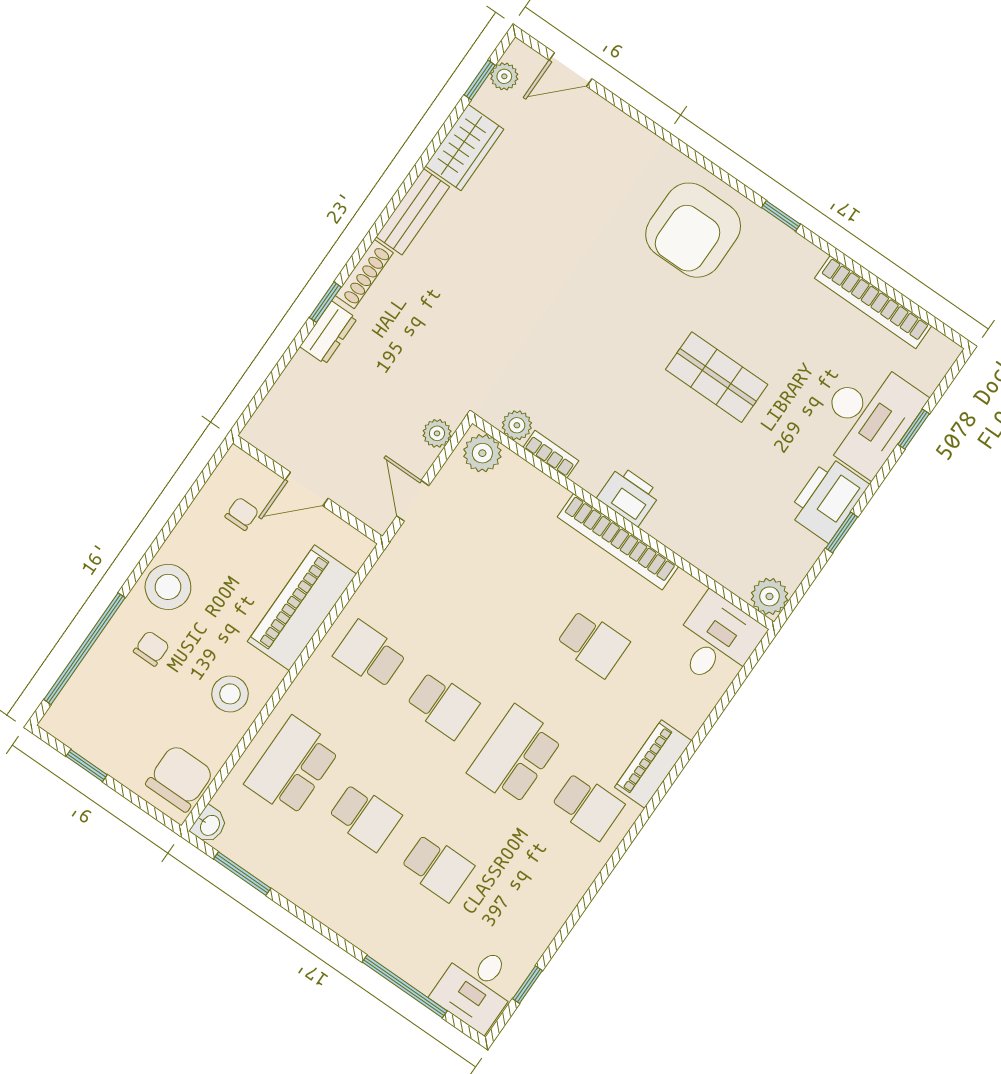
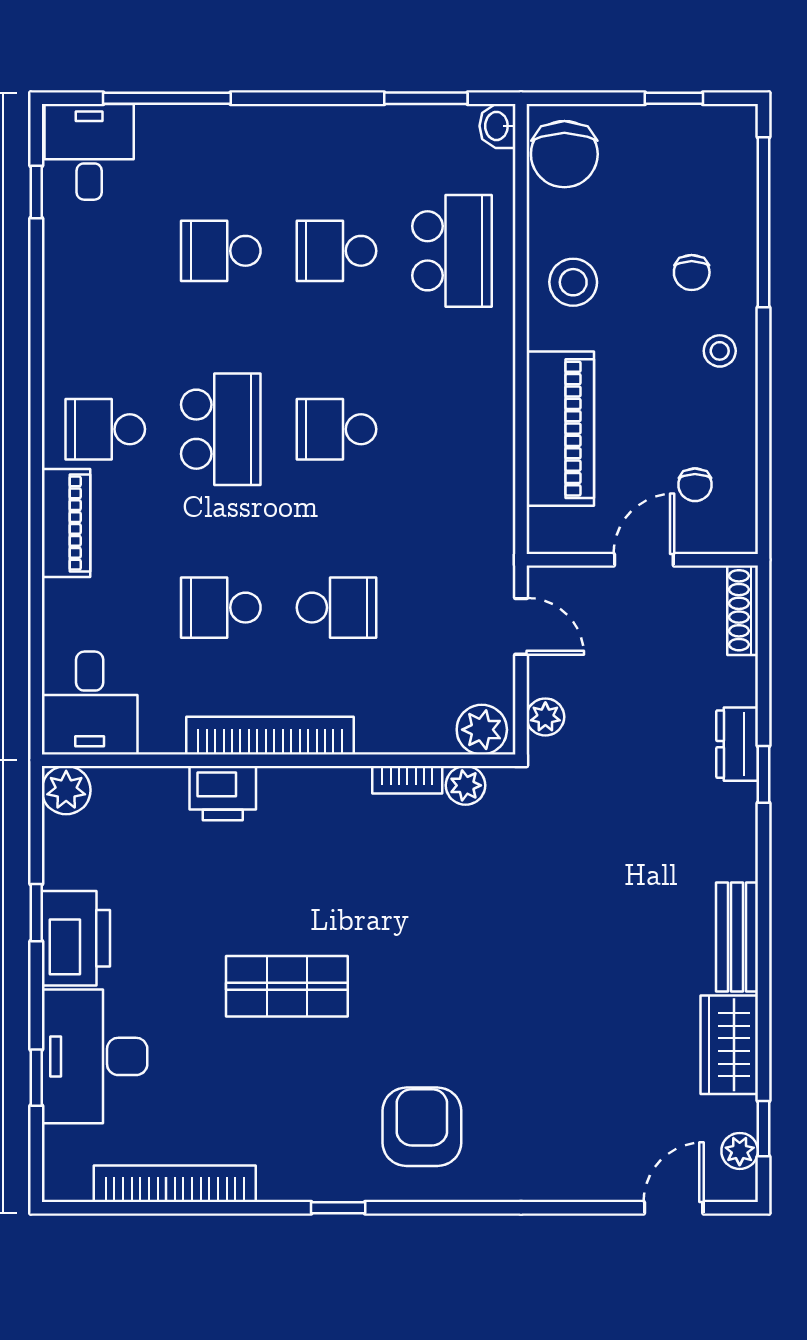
armchair: (693, 230) -> (422, 1127), width x0.73, depth x0.73
shoe rack: (364, 274) -> (743, 610), moved
printer: (629, 496) -> (223, 793), moved
stool: (168, 587) -> (720, 351), width x0.53, depth x0.53
school desk: (370, 655) -> (336, 608), moved

